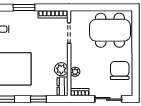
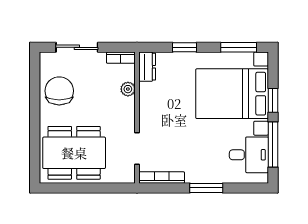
plant: (61, 69) -> (149, 93), removed
chair: (120, 71) -> (59, 91), turned 180

